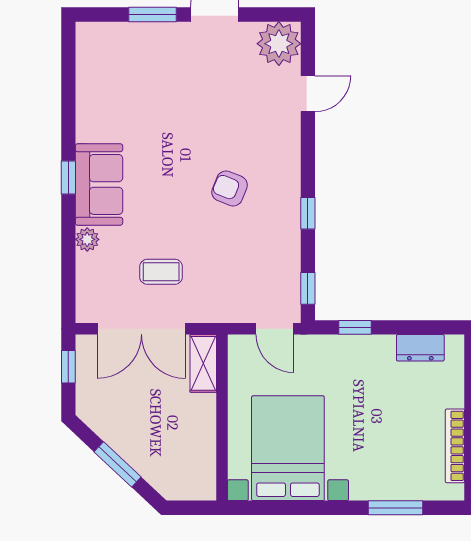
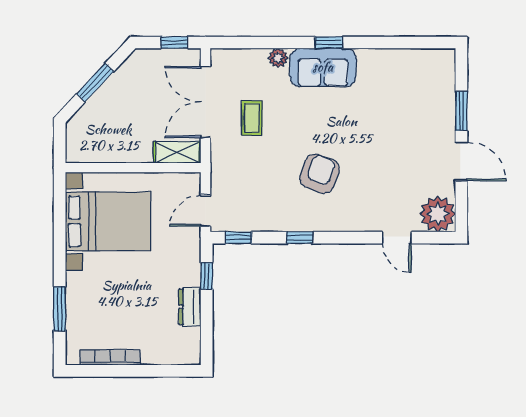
armchair: (230, 188) -> (320, 174), width x1.38, depth x1.38
dresser: (420, 348) -> (190, 307), moved

